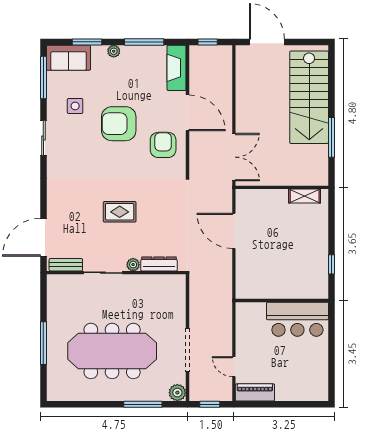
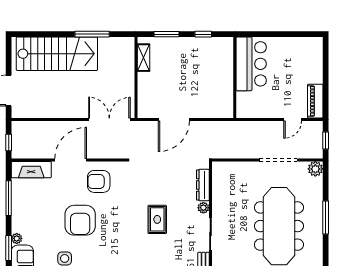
plant: (114, 51) -> (17, 238), moved
window: (331, 222) -> (167, 34), added
window: (143, 404) -> (326, 218), moved

